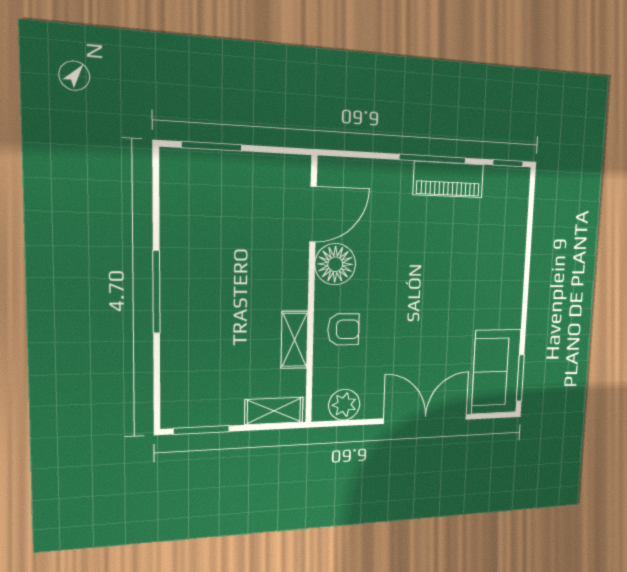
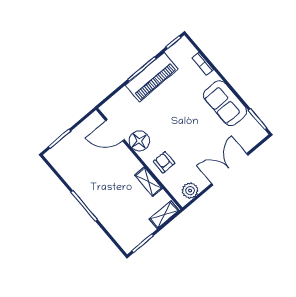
piano: (448, 180) -> (152, 77), width x1.37, depth x1.33
door: (313, 214) -> (115, 130), swing flipped
bookcase: (519, 233) -> (203, 64), added
armchair: (343, 329) -> (164, 162), turned -90
sofa: (496, 372) -> (225, 103), moved

